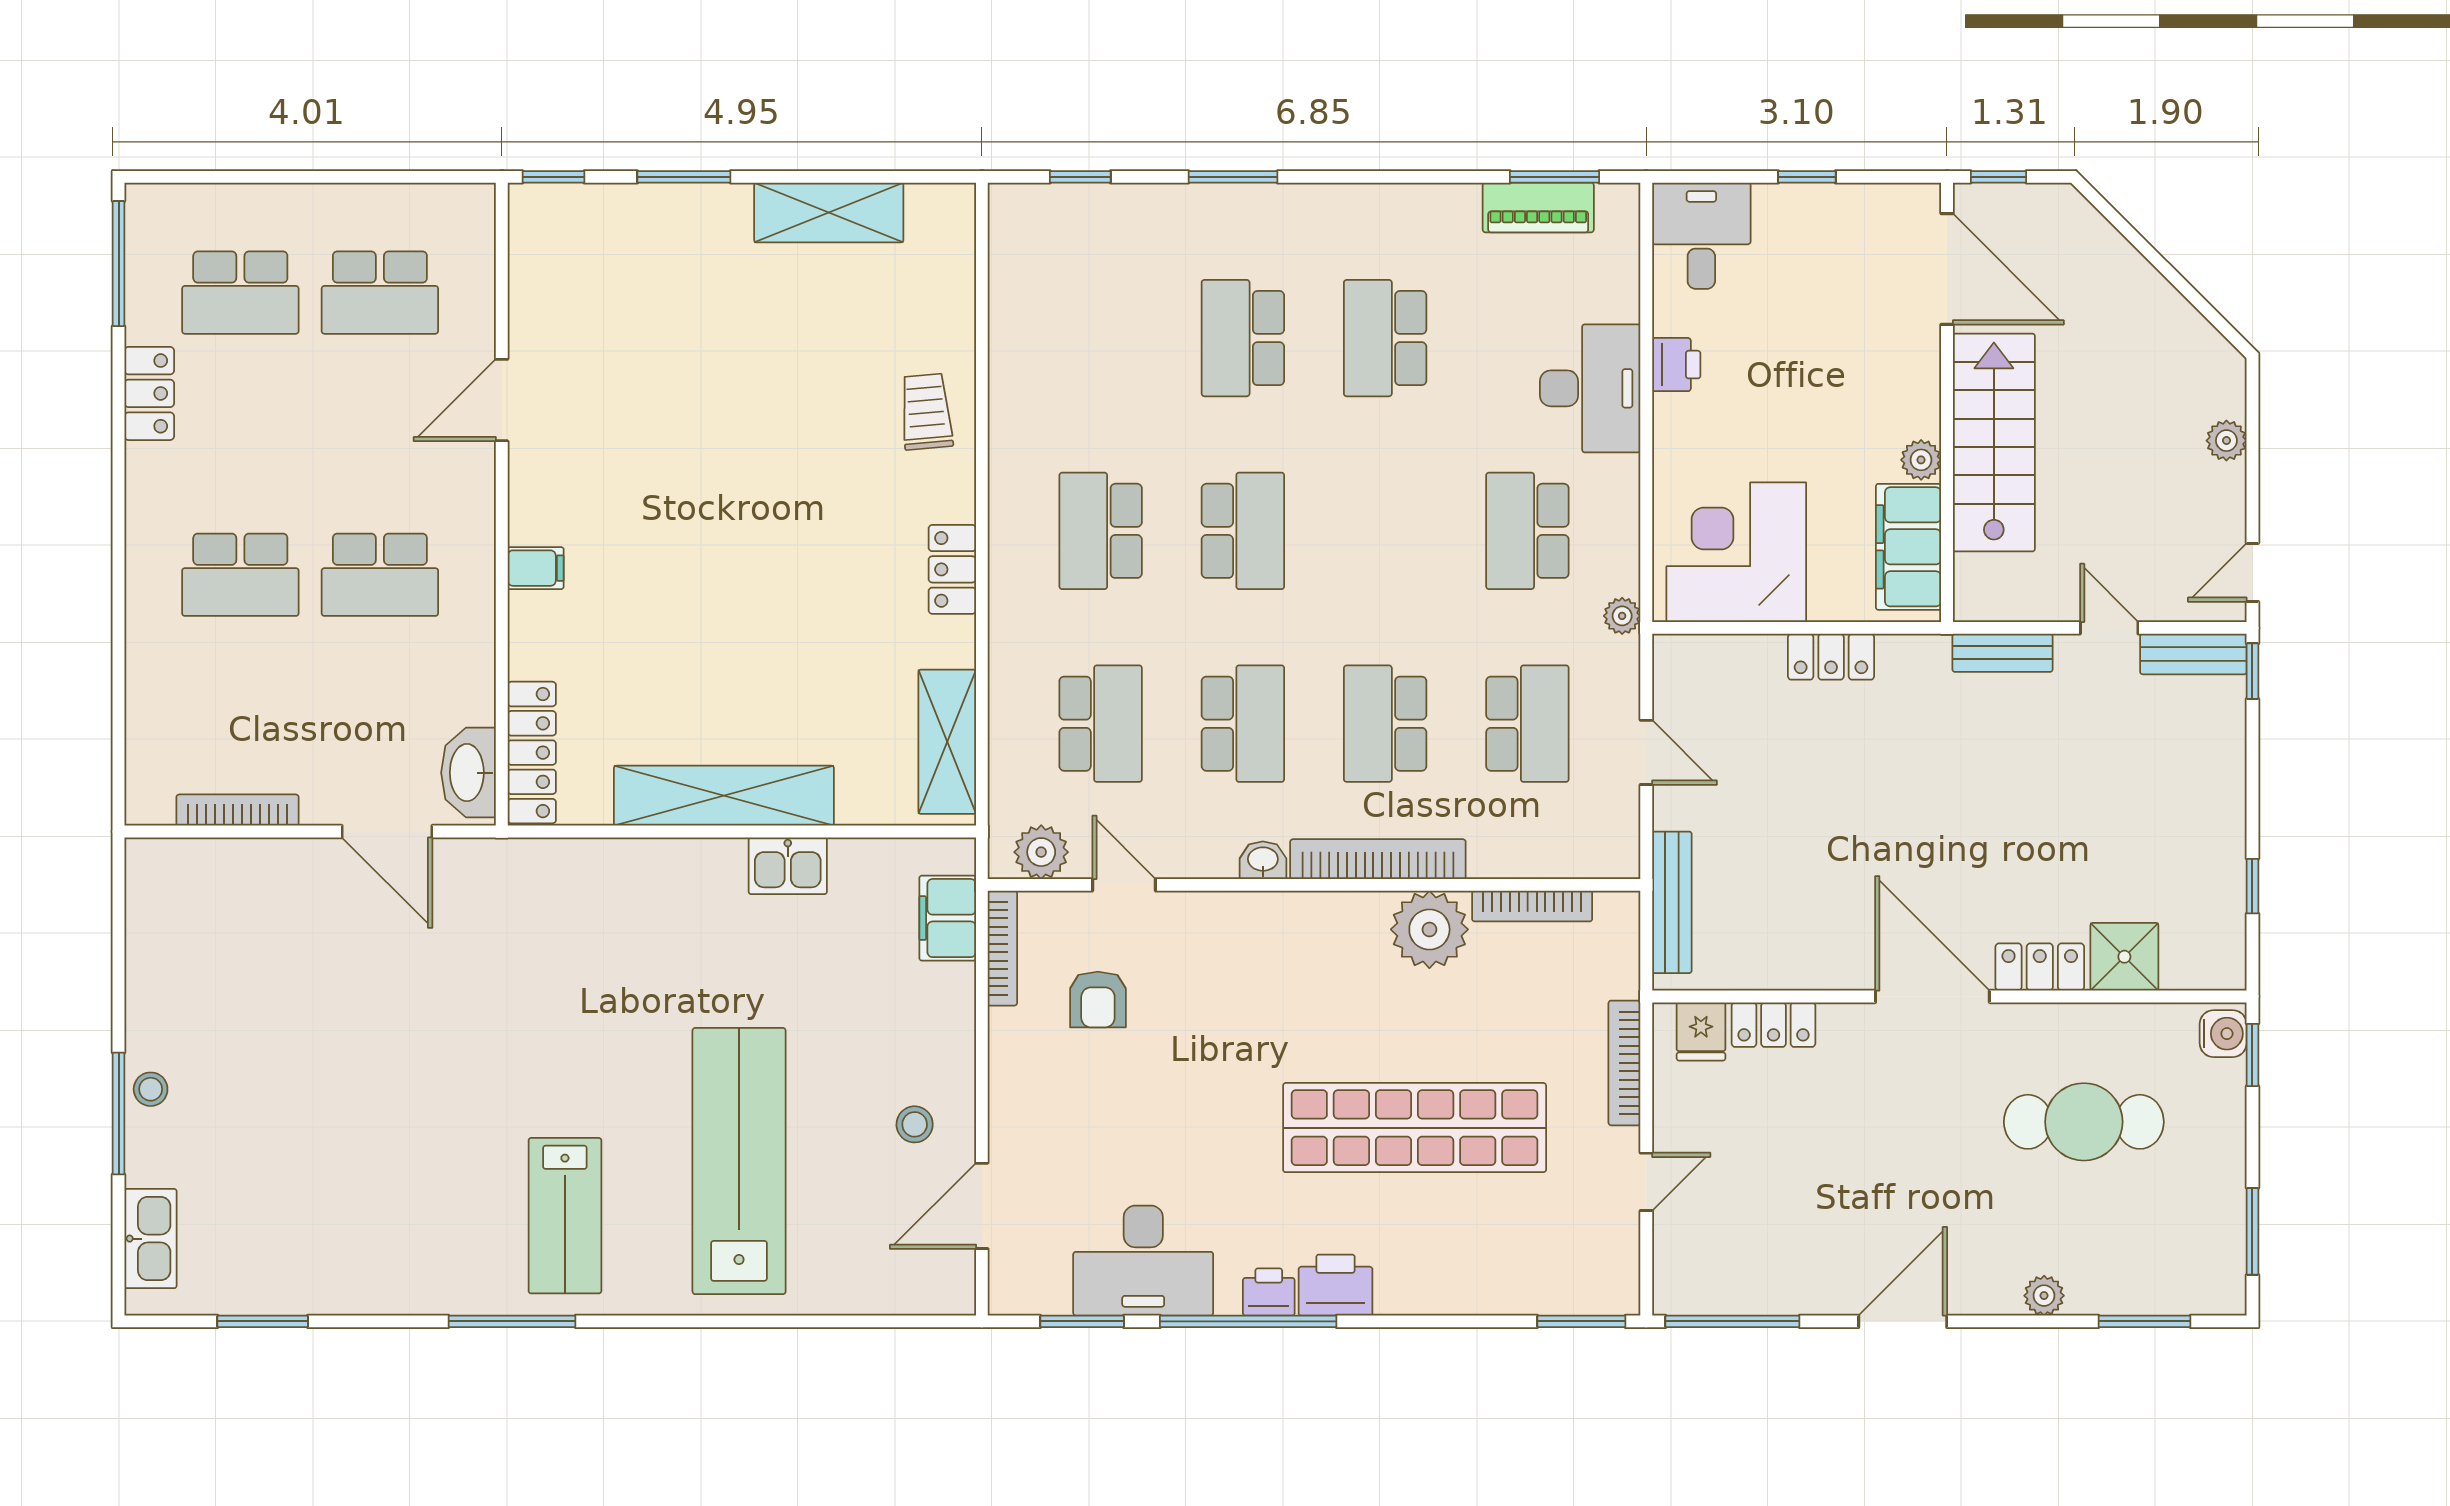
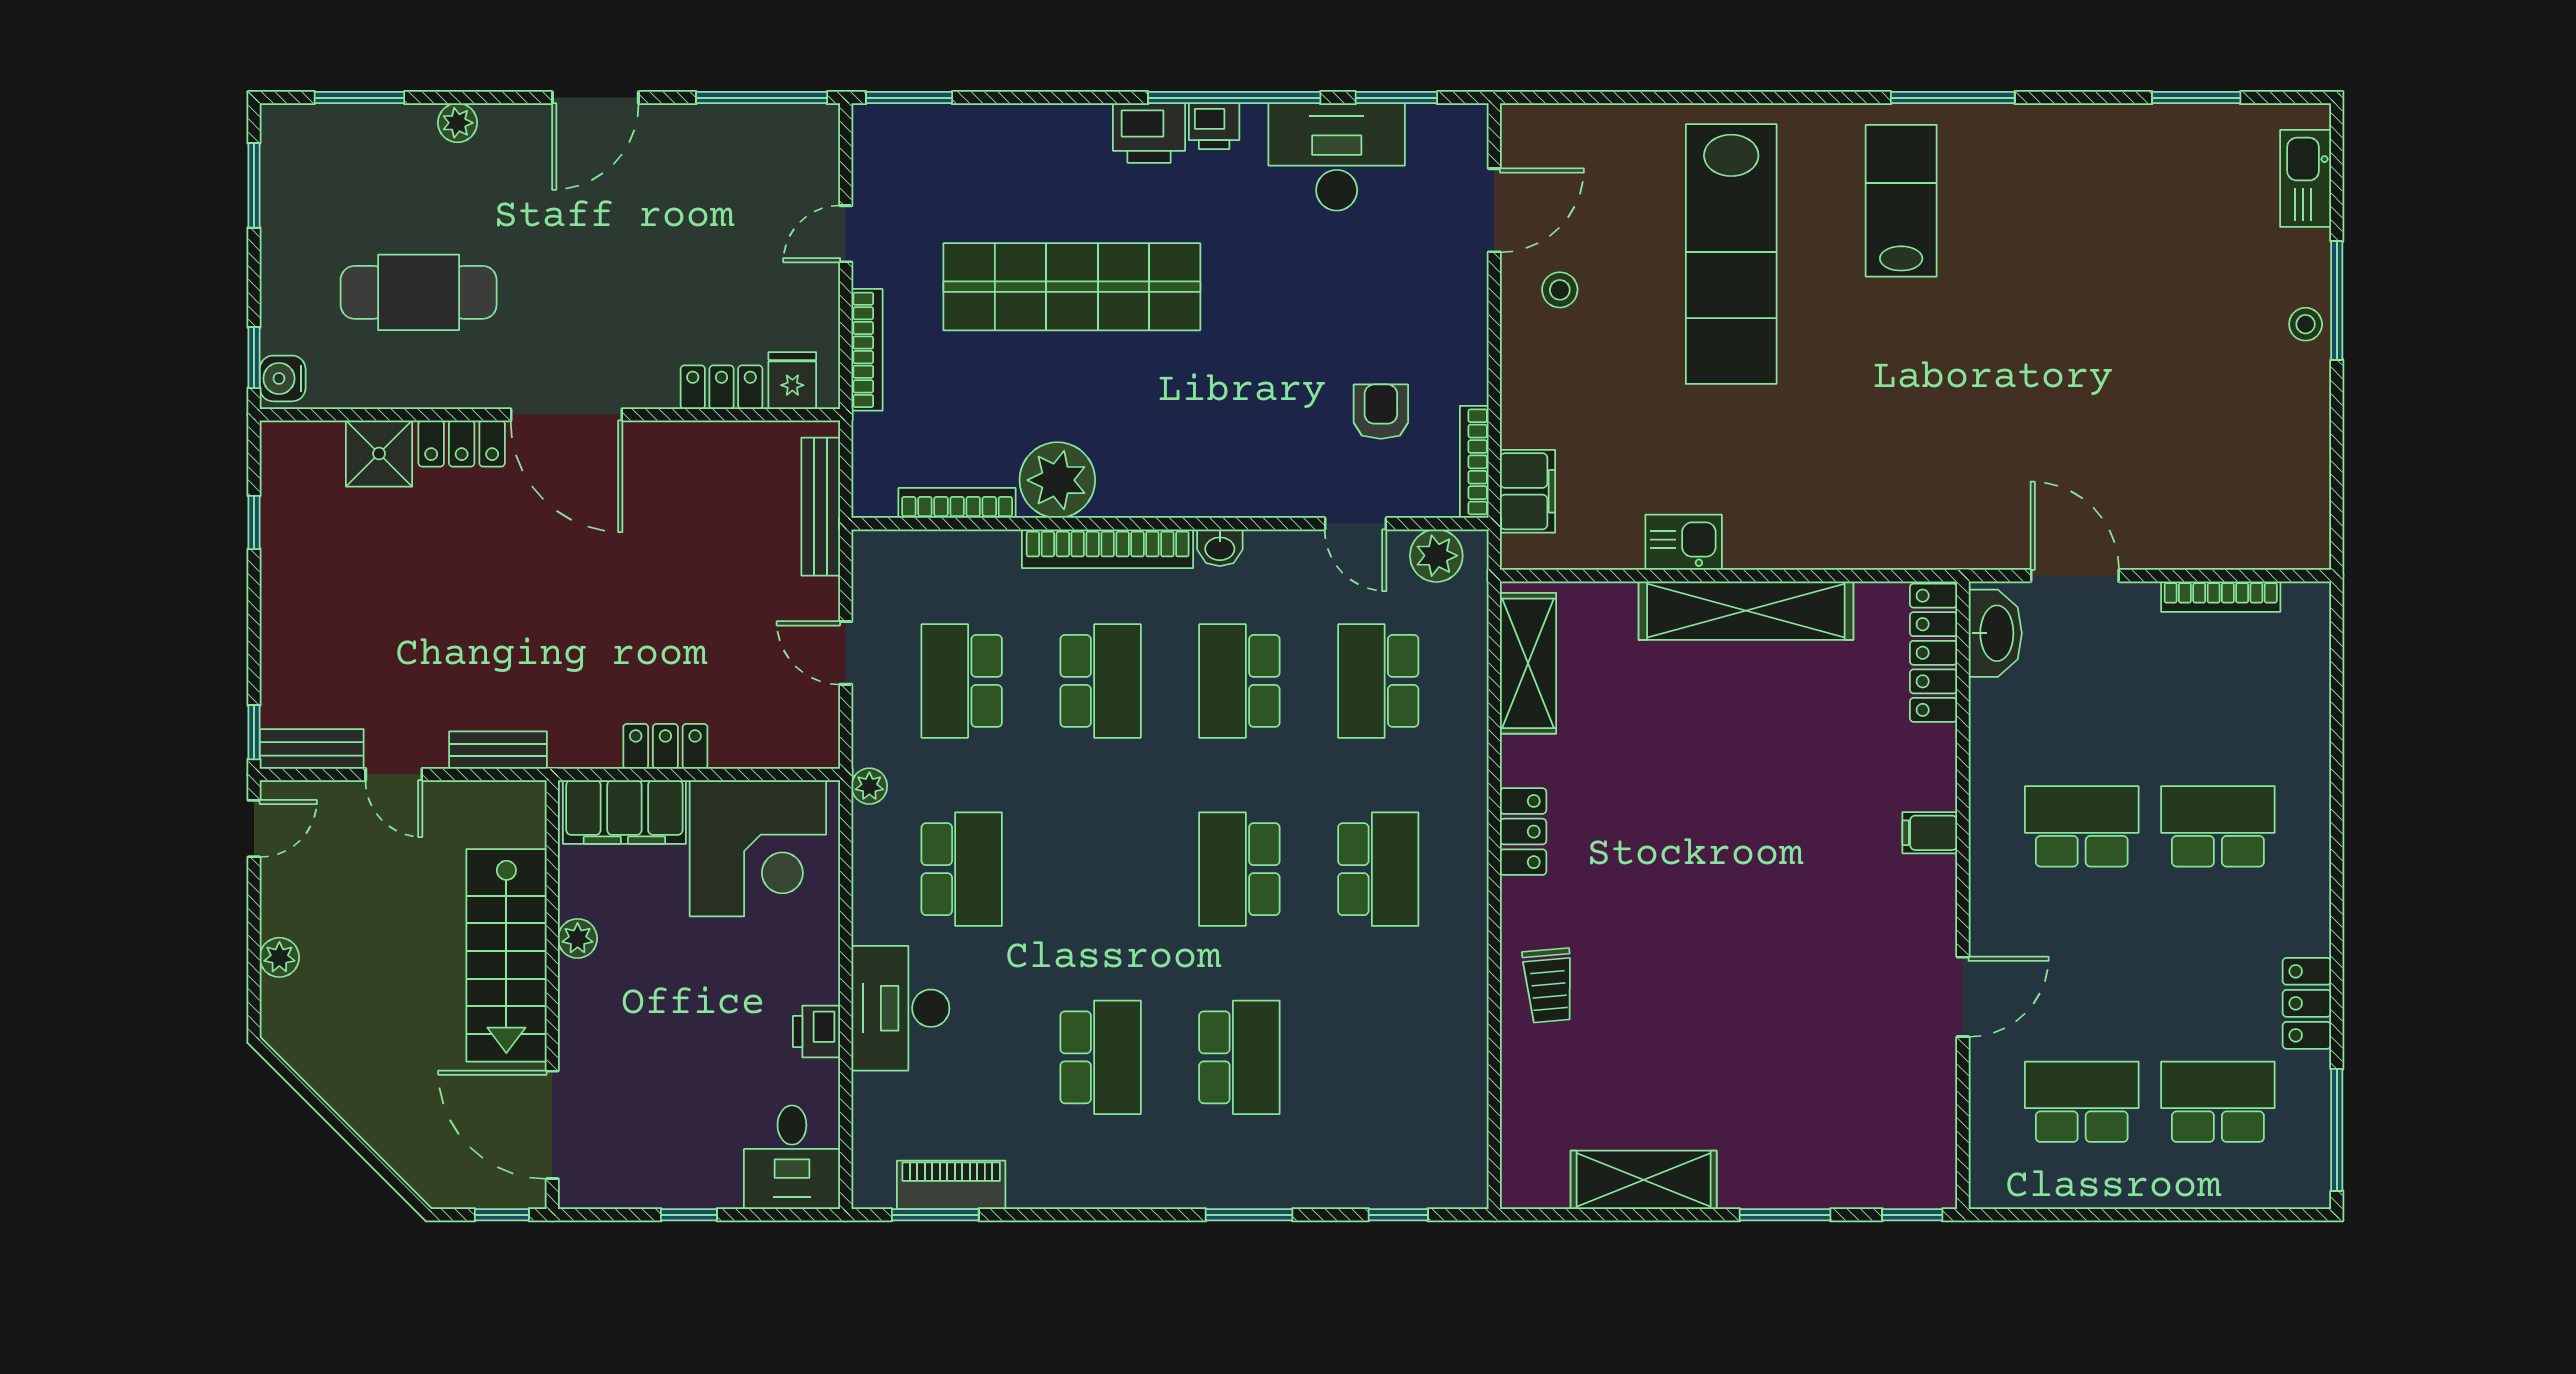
filing cabinet: (1908, 547) -> (624, 812), moved, turned 90

